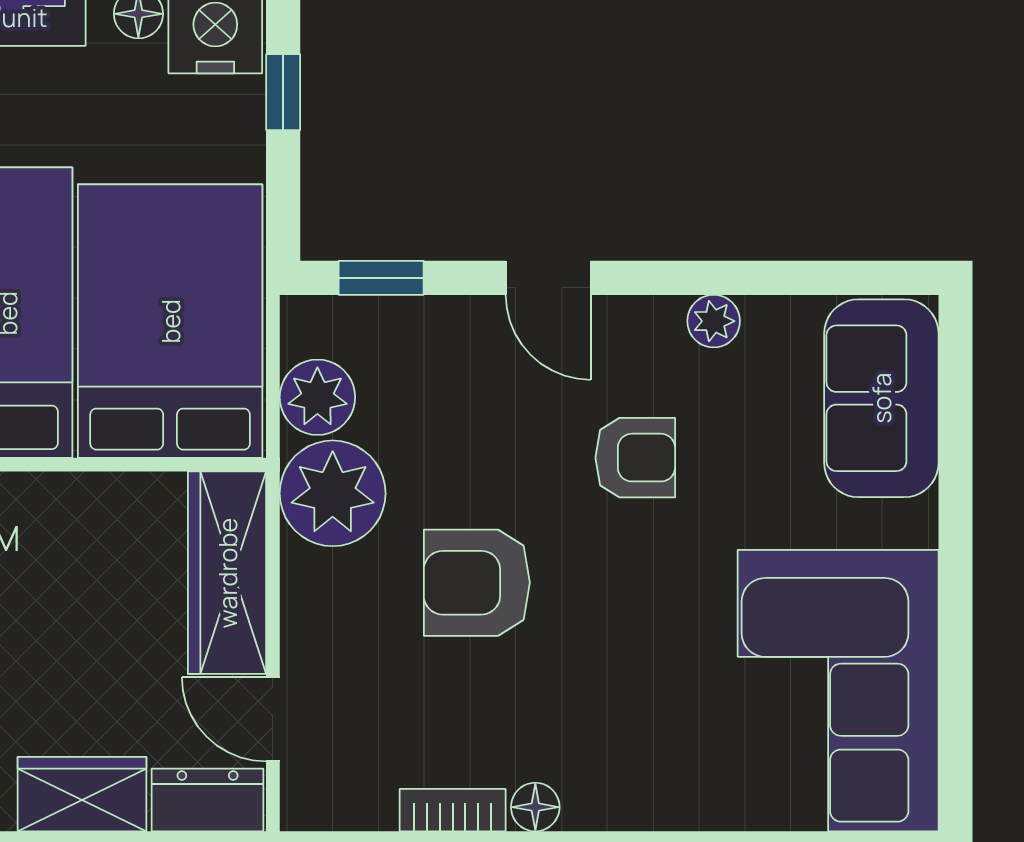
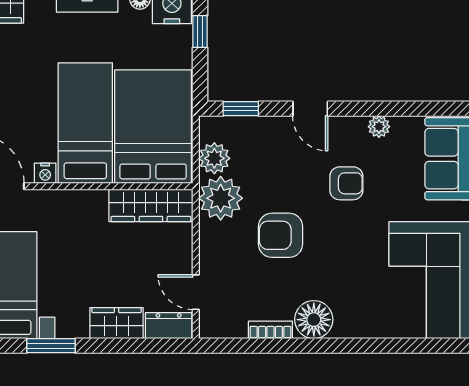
wardrobe: (227, 573) -> (151, 205), moved, turned -90
floor lamp: (535, 807) -> (314, 320), width x1.89, depth x1.89

